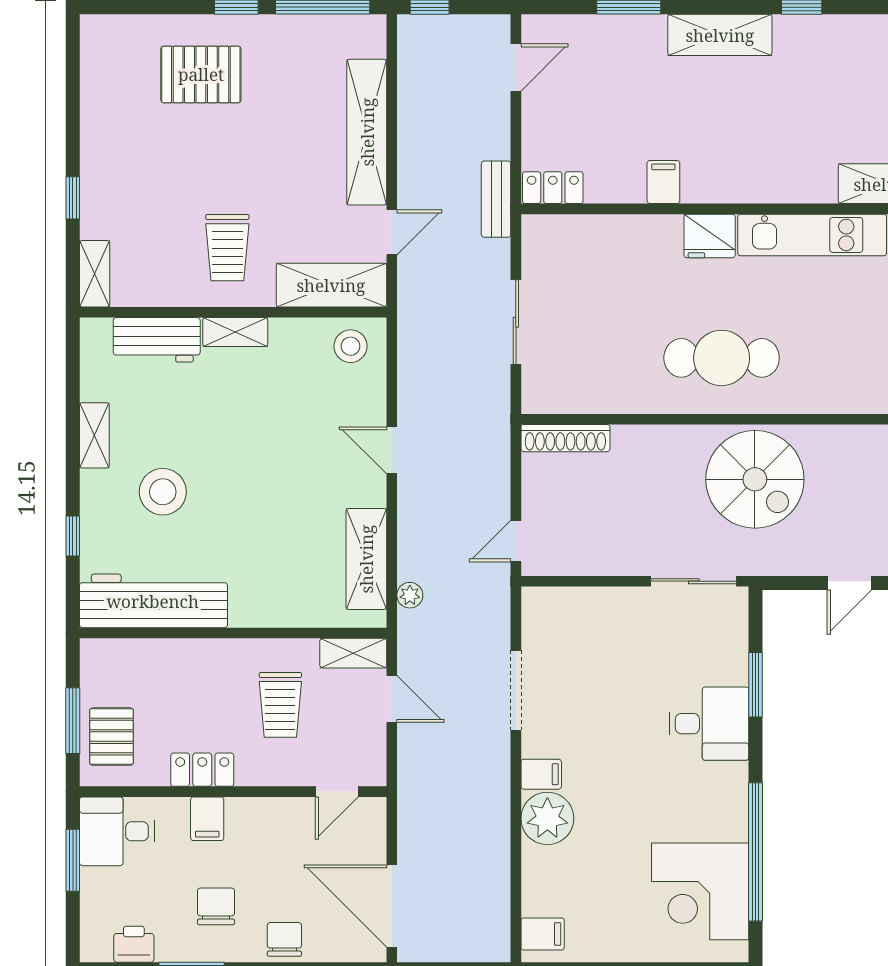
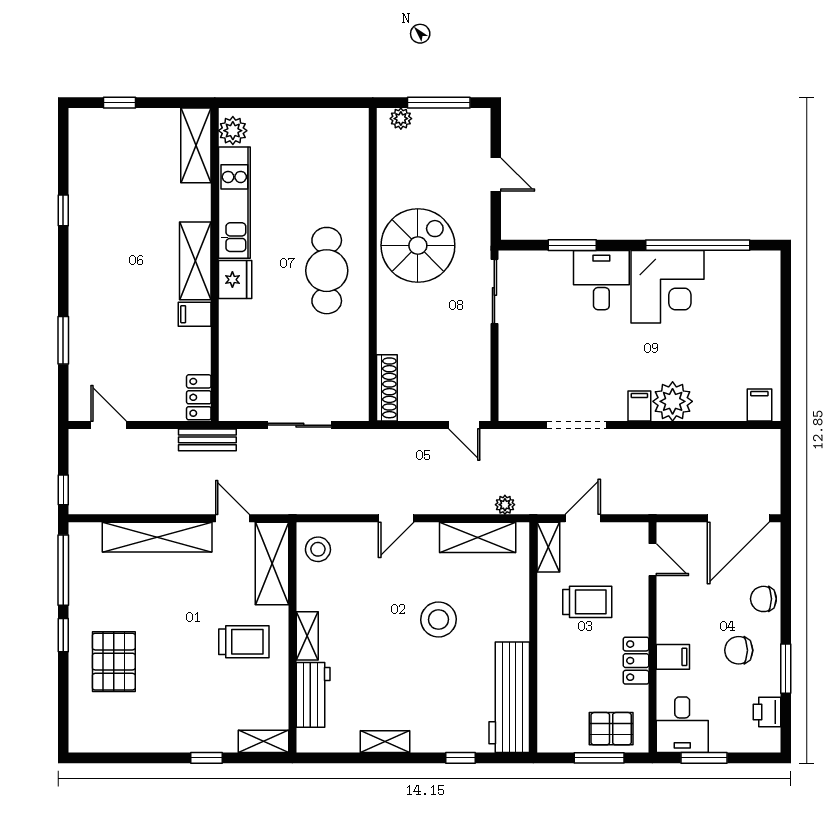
shelving: (720, 35) -> (195, 261), moved
stool: (163, 492) -> (438, 619), moved
corner desk: (700, 891) -> (668, 287), moved

